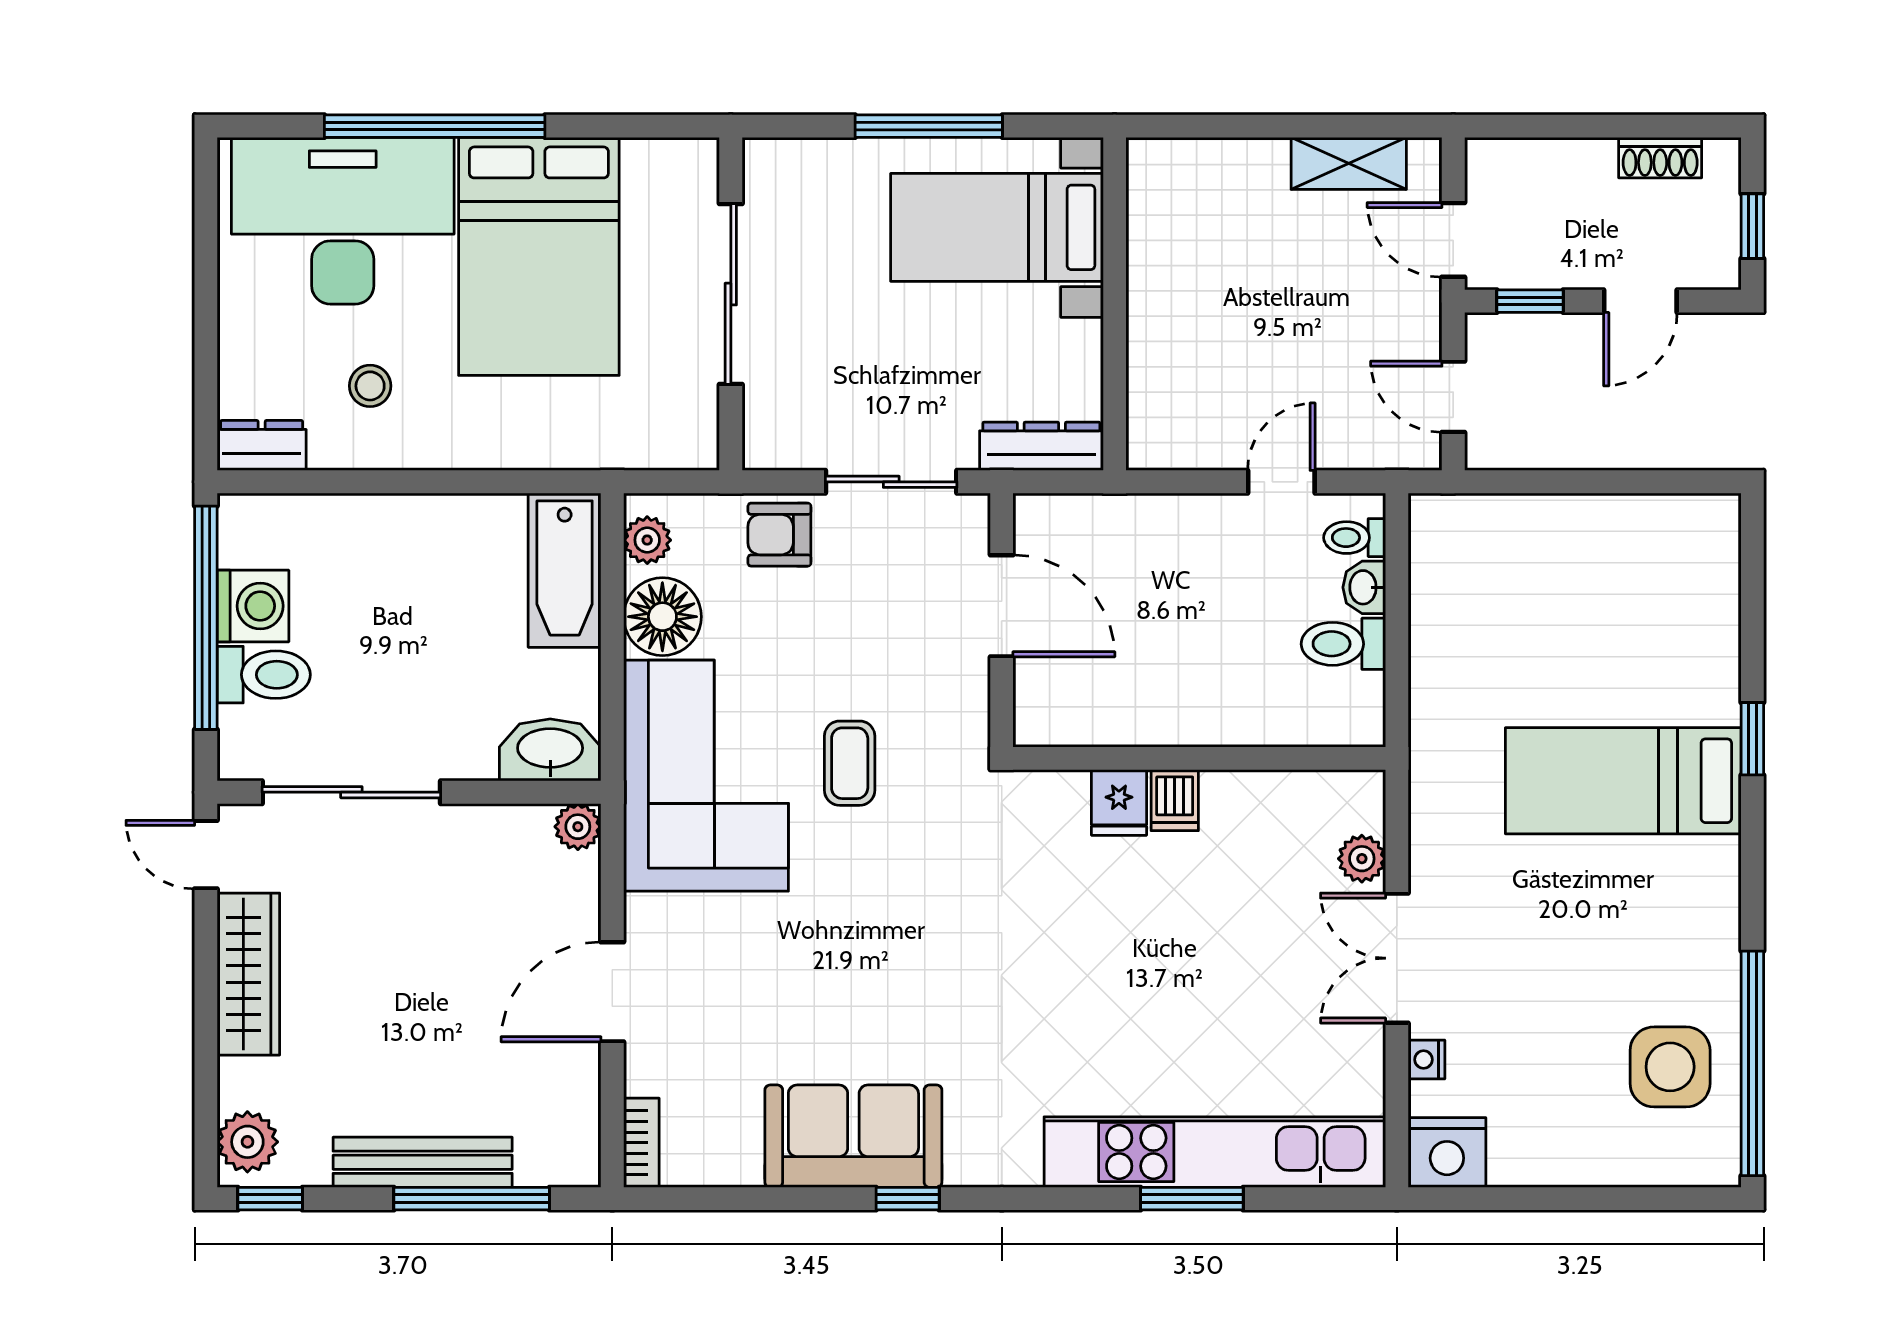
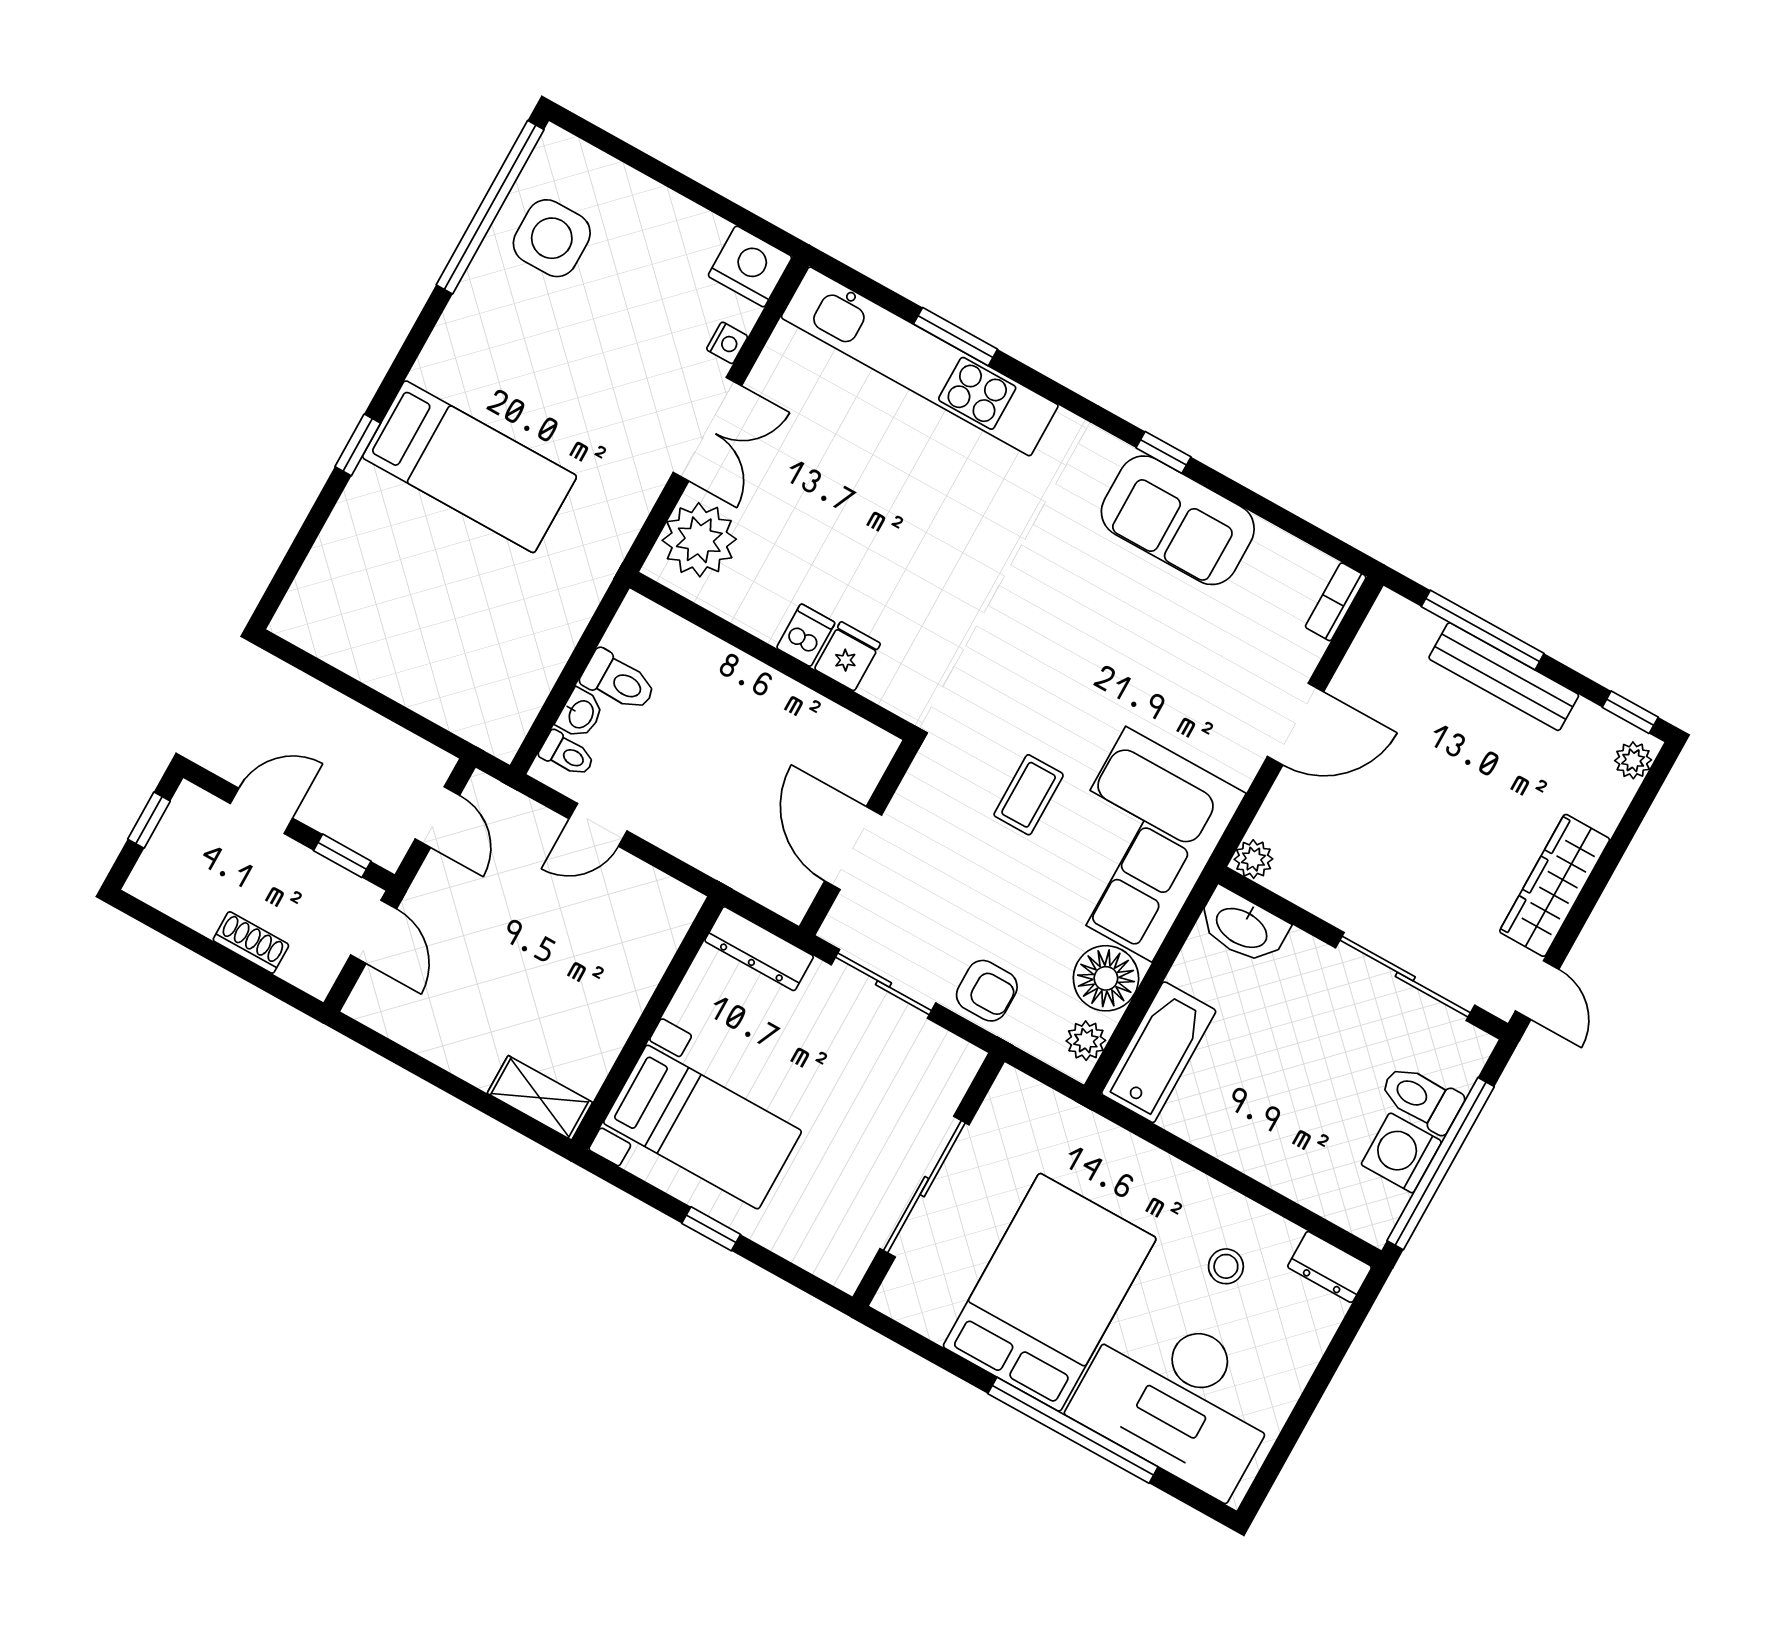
window: (929, 126) -> (711, 1229), width x0.46
shoe rack: (1660, 158) -> (251, 943), moved
shelving: (1349, 163) -> (540, 1098), moved
plant: (1362, 859) -> (699, 540), width x1.87, depth x1.87
plant: (247, 1142) -> (1633, 760), width x0.73, depth x0.73

